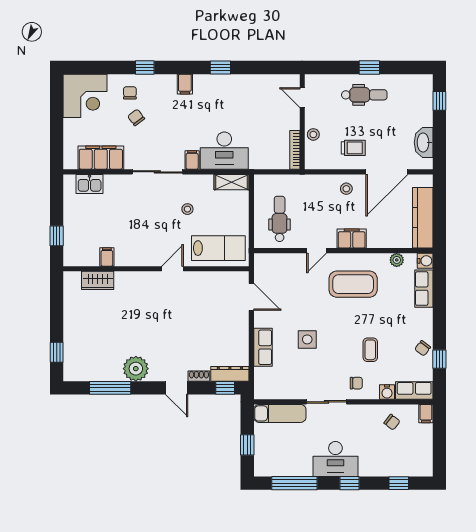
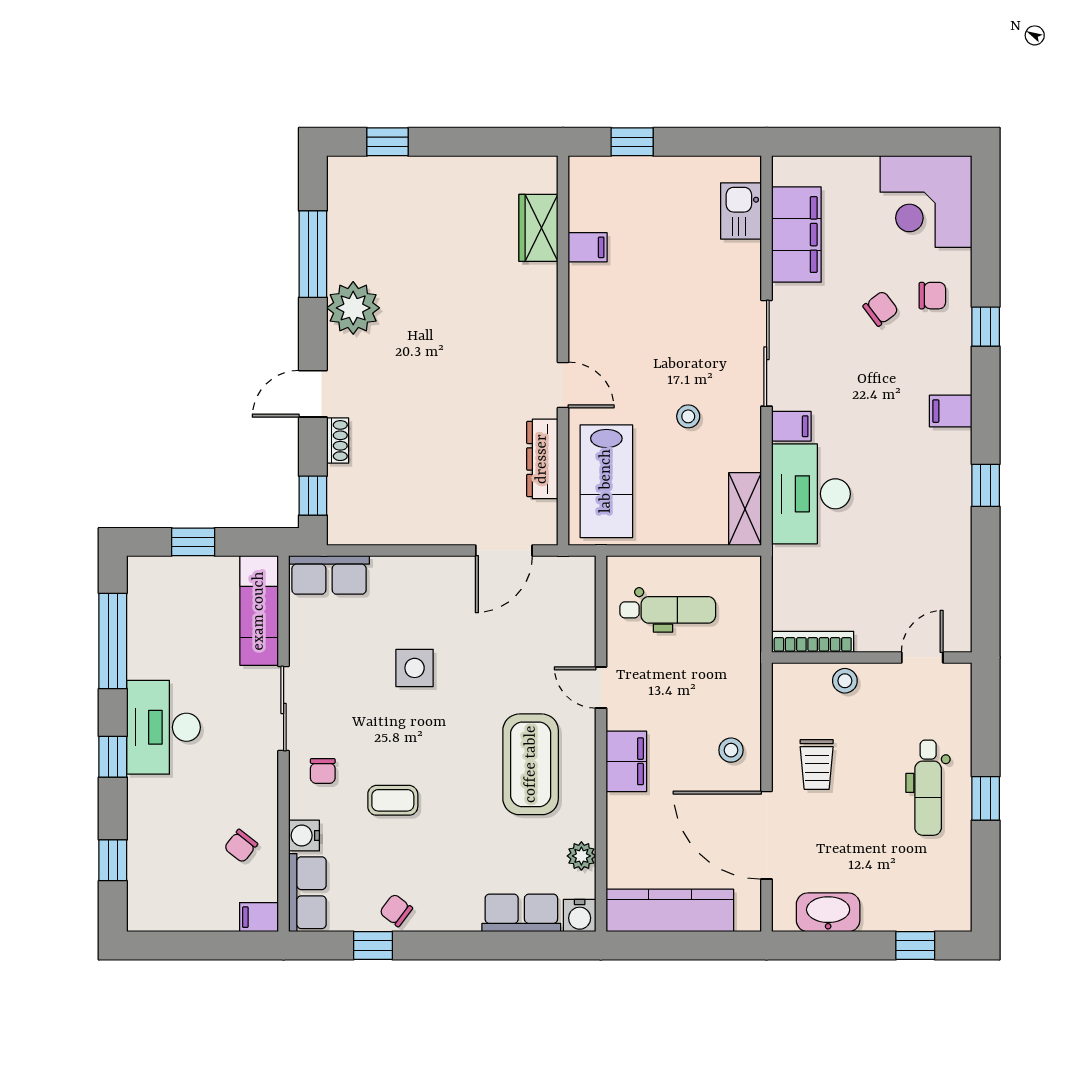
row of seats: (263, 347) -> (329, 575), moved
dresser: (230, 374) -> (542, 459), moved, turned 180

